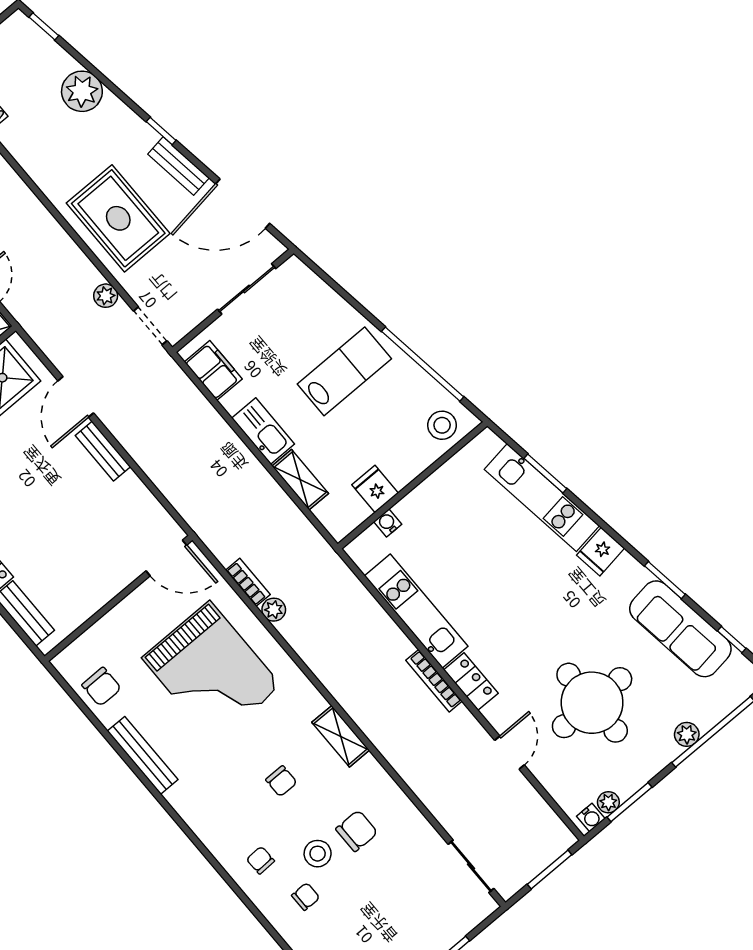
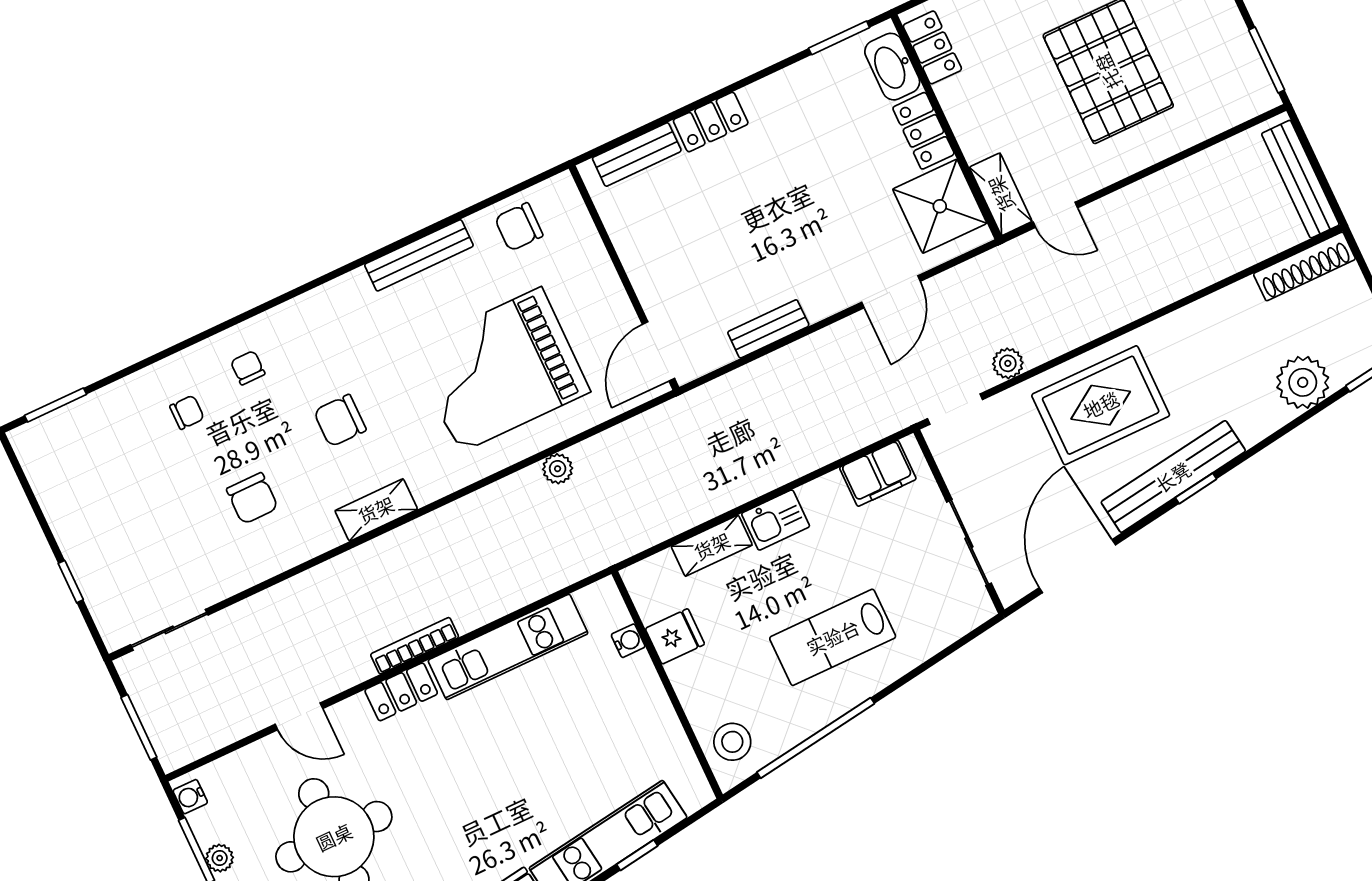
plant: (82, 91) -> (1303, 382), moved
bench: (178, 166) -> (1173, 477), width x1.86, depth x1.21
lab bench: (344, 371) -> (833, 637), turned 90
door: (76, 397) -> (891, 292), swing flipped
kitchen sink: (263, 431) -> (776, 520), width x0.73
bench: (103, 451) -> (768, 329), moved
window: (545, 473) -> (637, 855), width x0.67
bookcase: (248, 582) -> (601, 445), removed
chair: (281, 781) -> (340, 421), width x1.37, depth x1.37
plant: (608, 802) -> (220, 858), moved
stool: (318, 854) -> (237, 442), removed
chair: (260, 860) -> (248, 368), turned -88
chair: (306, 897) -> (187, 412), turned -90

